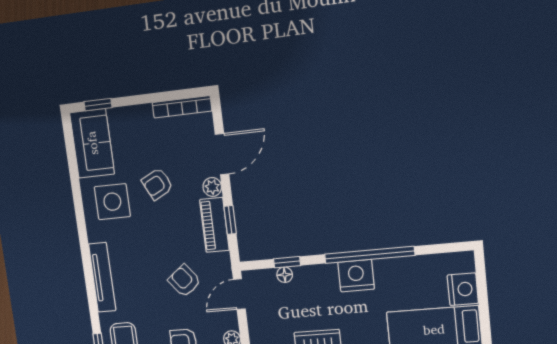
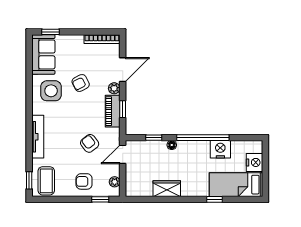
floor lamp: (285, 275) -> (172, 145), moved
nightstand: (356, 276) -> (220, 149), moved

